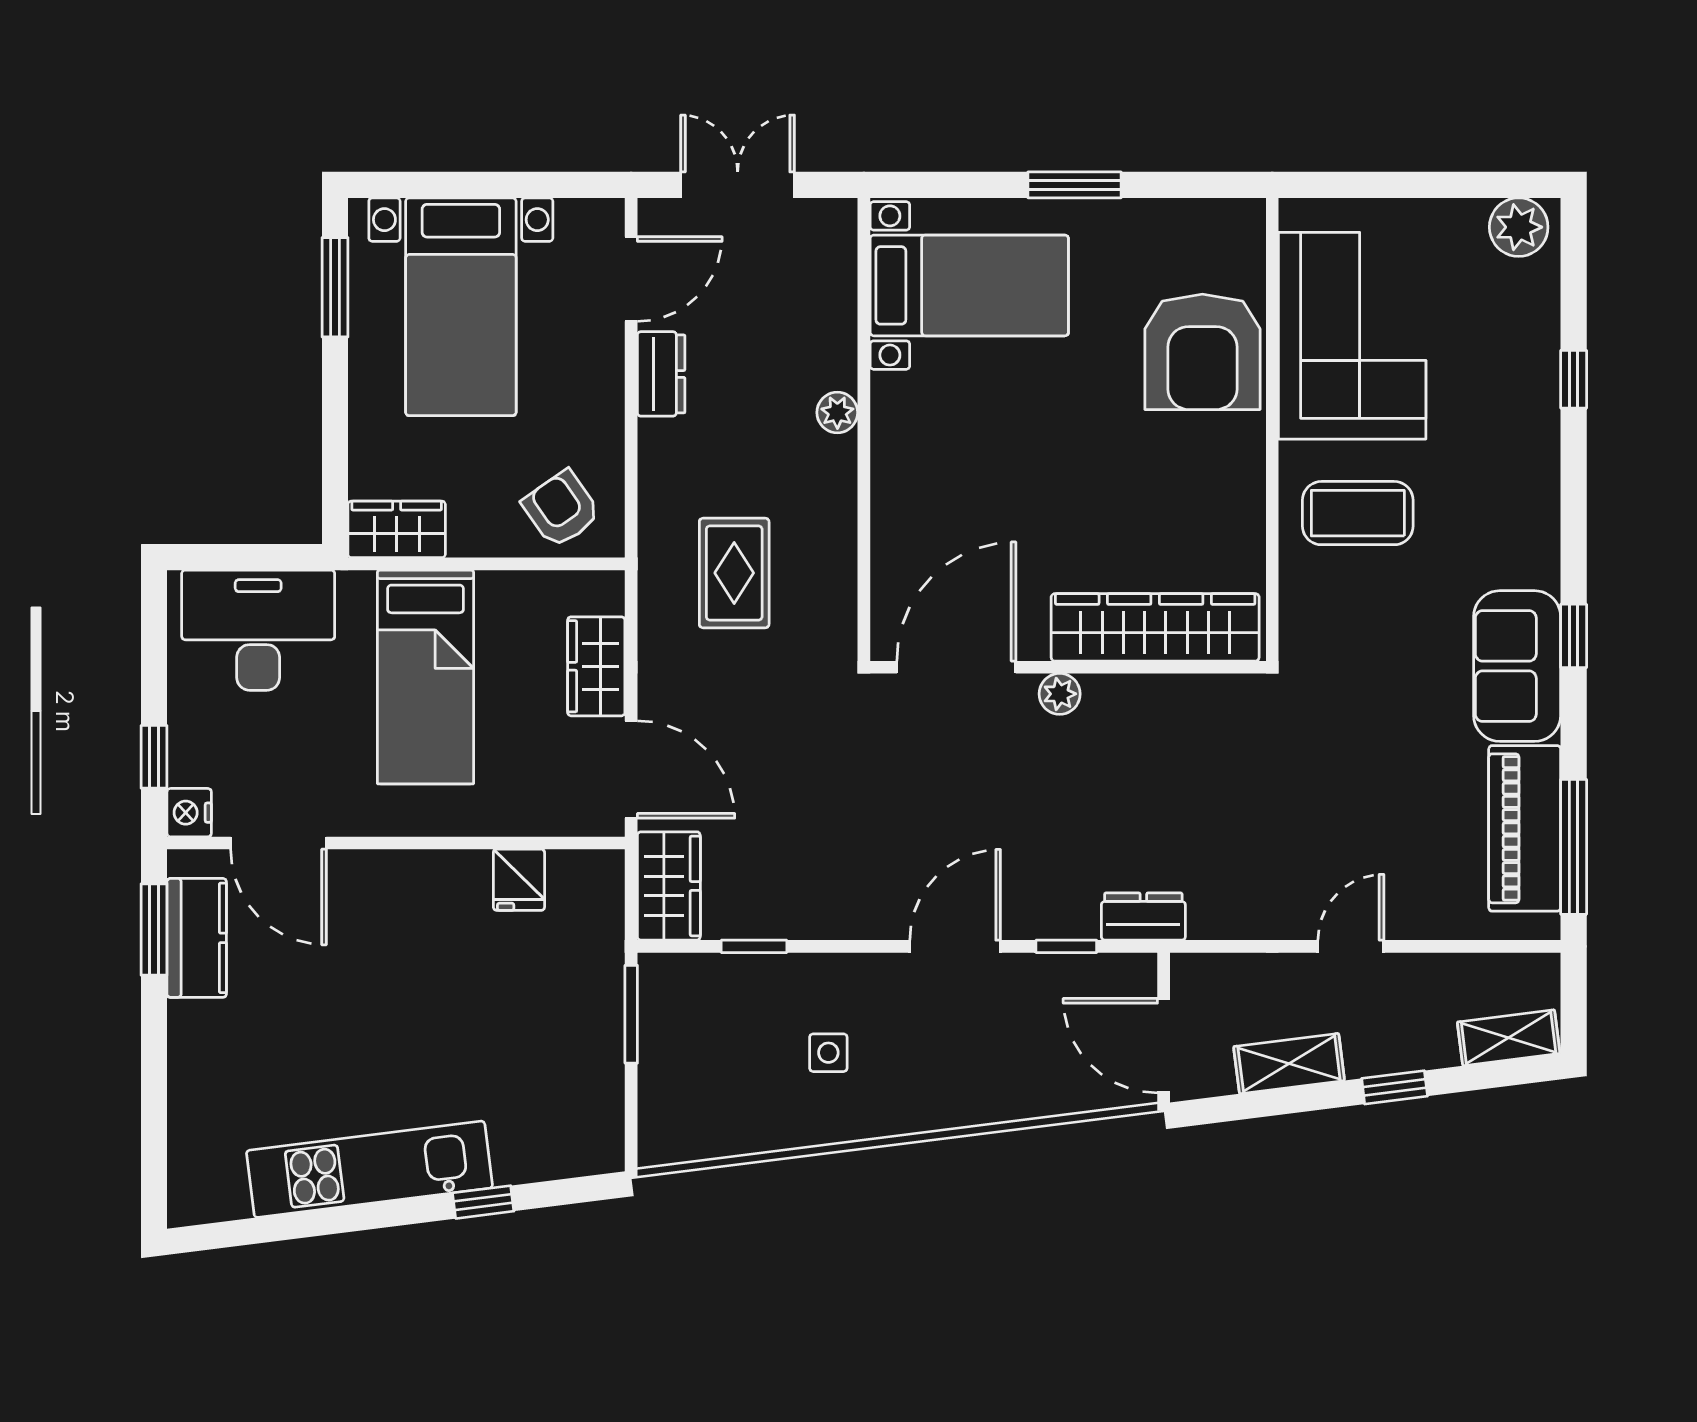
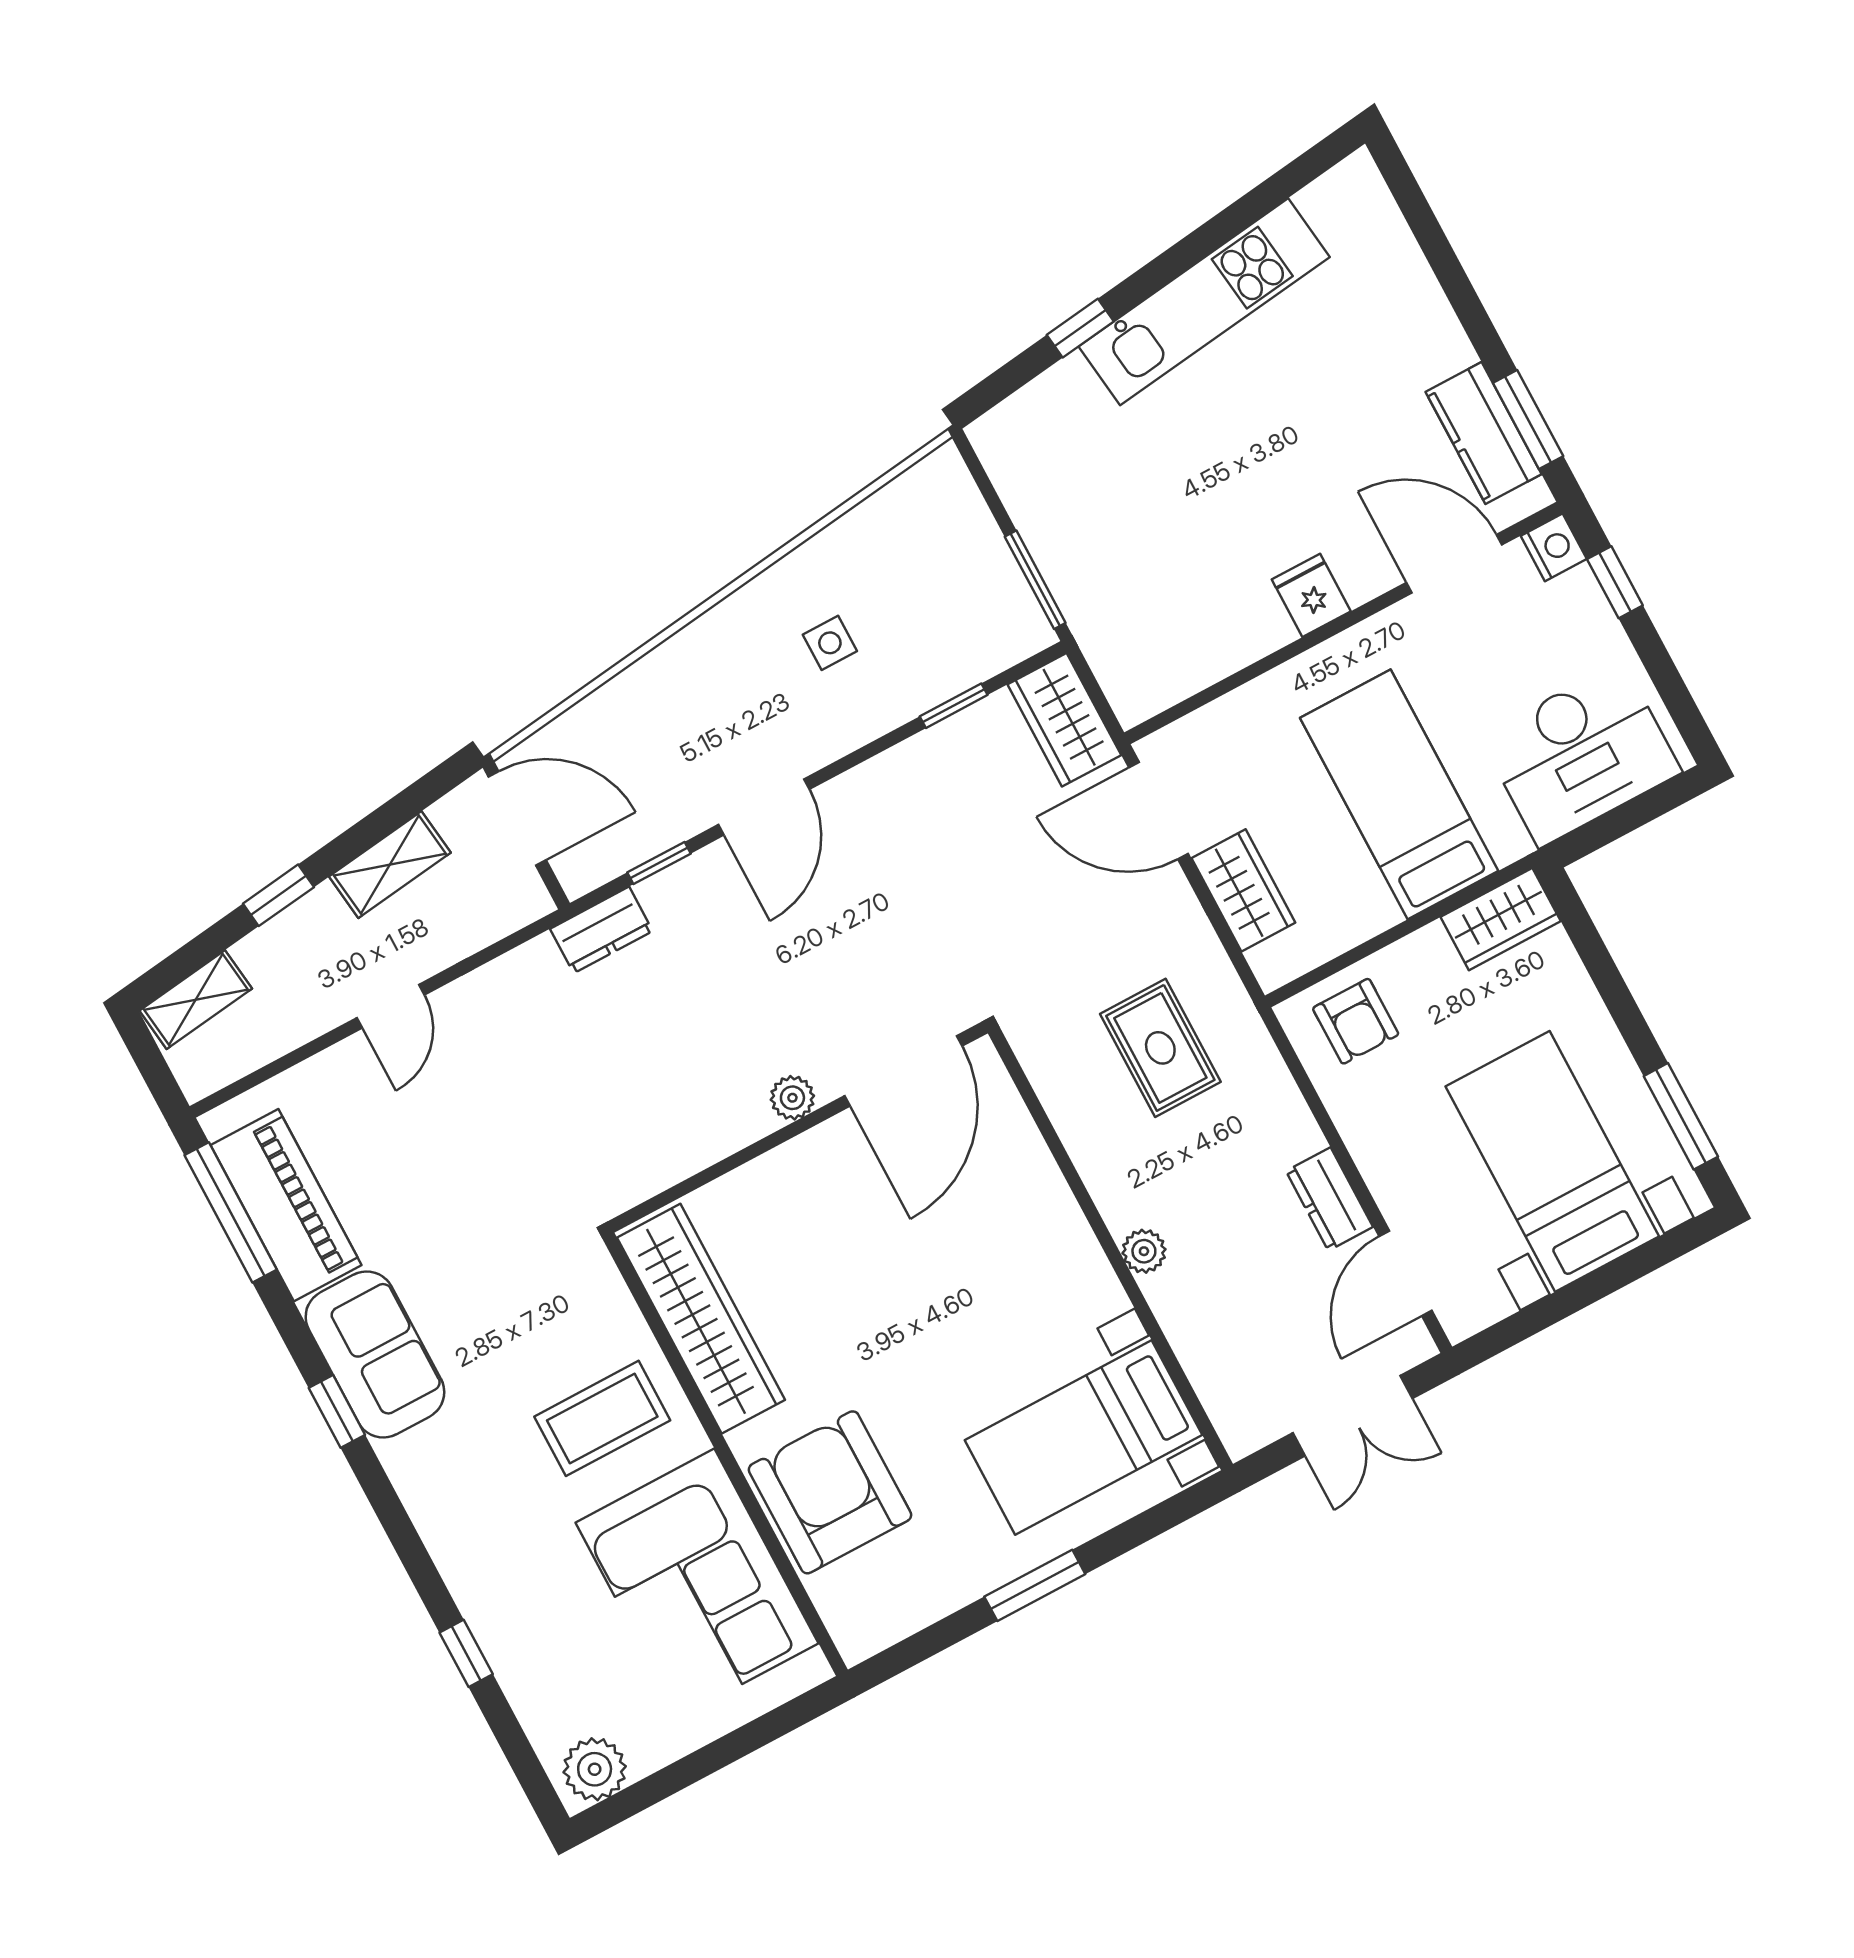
armchair: (561, 509) -> (1356, 1021), turned 35
wardrobe: (1155, 627) -> (701, 1319), moved, turned -90
fridge: (519, 880) -> (1311, 595), moved

